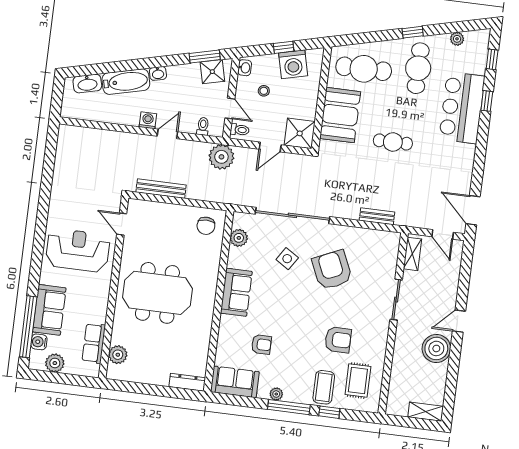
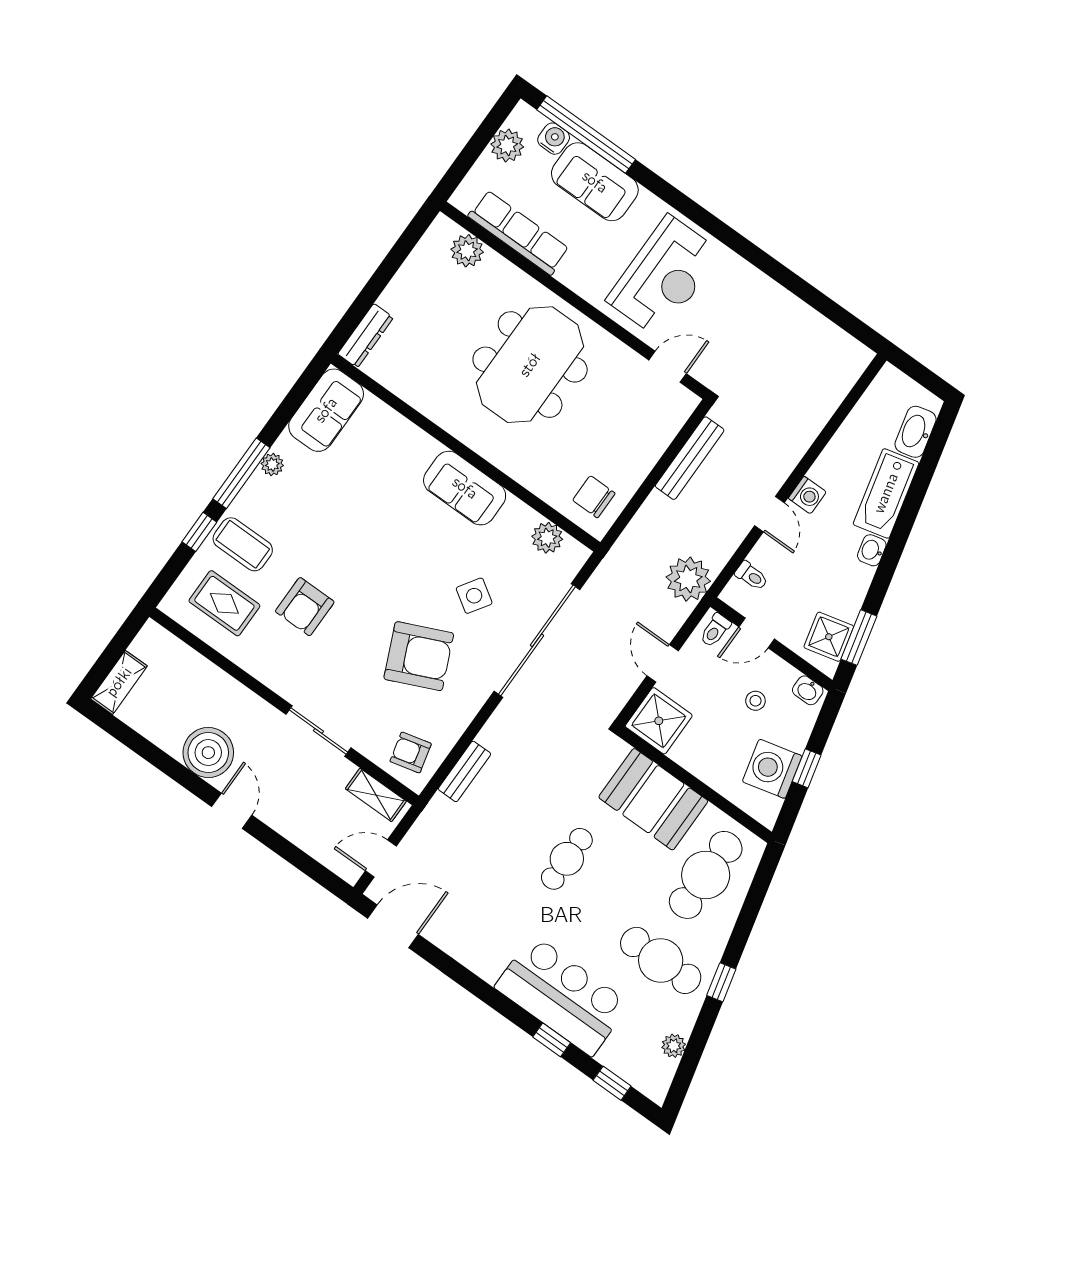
row of seats: (94, 343) -> (519, 233), width x1.48
armchair: (261, 344) -> (411, 753), moved, turned 76

